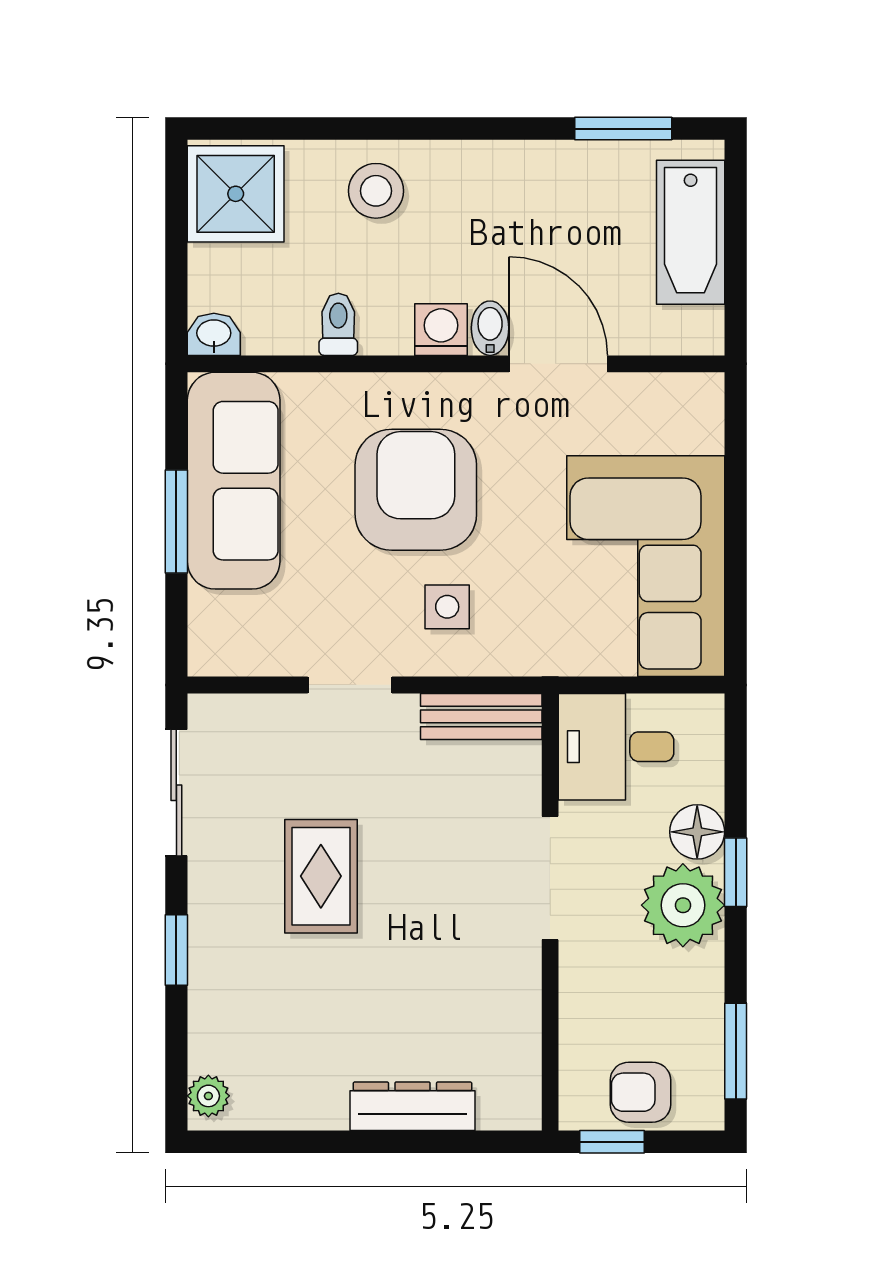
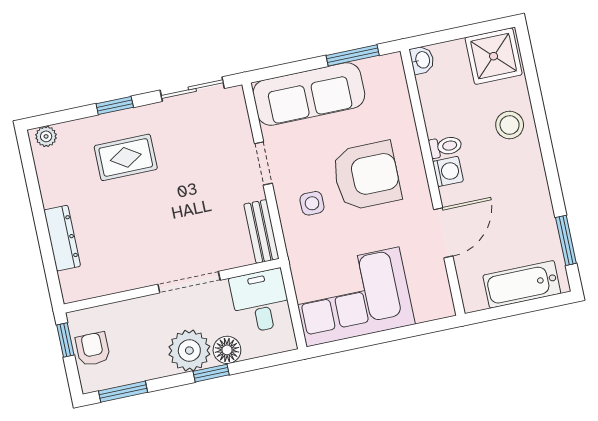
toilet: (338, 324) -> (445, 146), moved
bidet: (490, 328) -> (454, 195), removed
sofa: (234, 481) -> (309, 94), moved
window: (176, 522) -> (353, 55), moved
rug: (321, 876) -> (126, 157), moved

